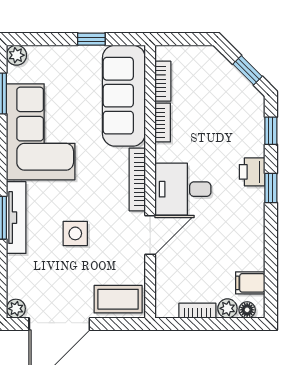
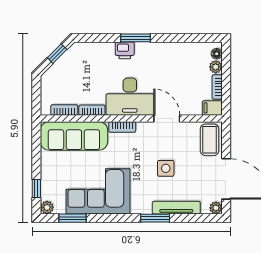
window: (91, 39) -> (36, 189), moved
window: (271, 131) -> (97, 38), removed
bookcase: (137, 179) -> (122, 127), width x0.64
window: (271, 188) -> (135, 38), width x1.50
desk: (183, 189) -> (130, 97), width x1.37
tv unit: (16, 218) -> (176, 208), moved
filing cabinet: (250, 283) -> (212, 108), moved, turned 90

